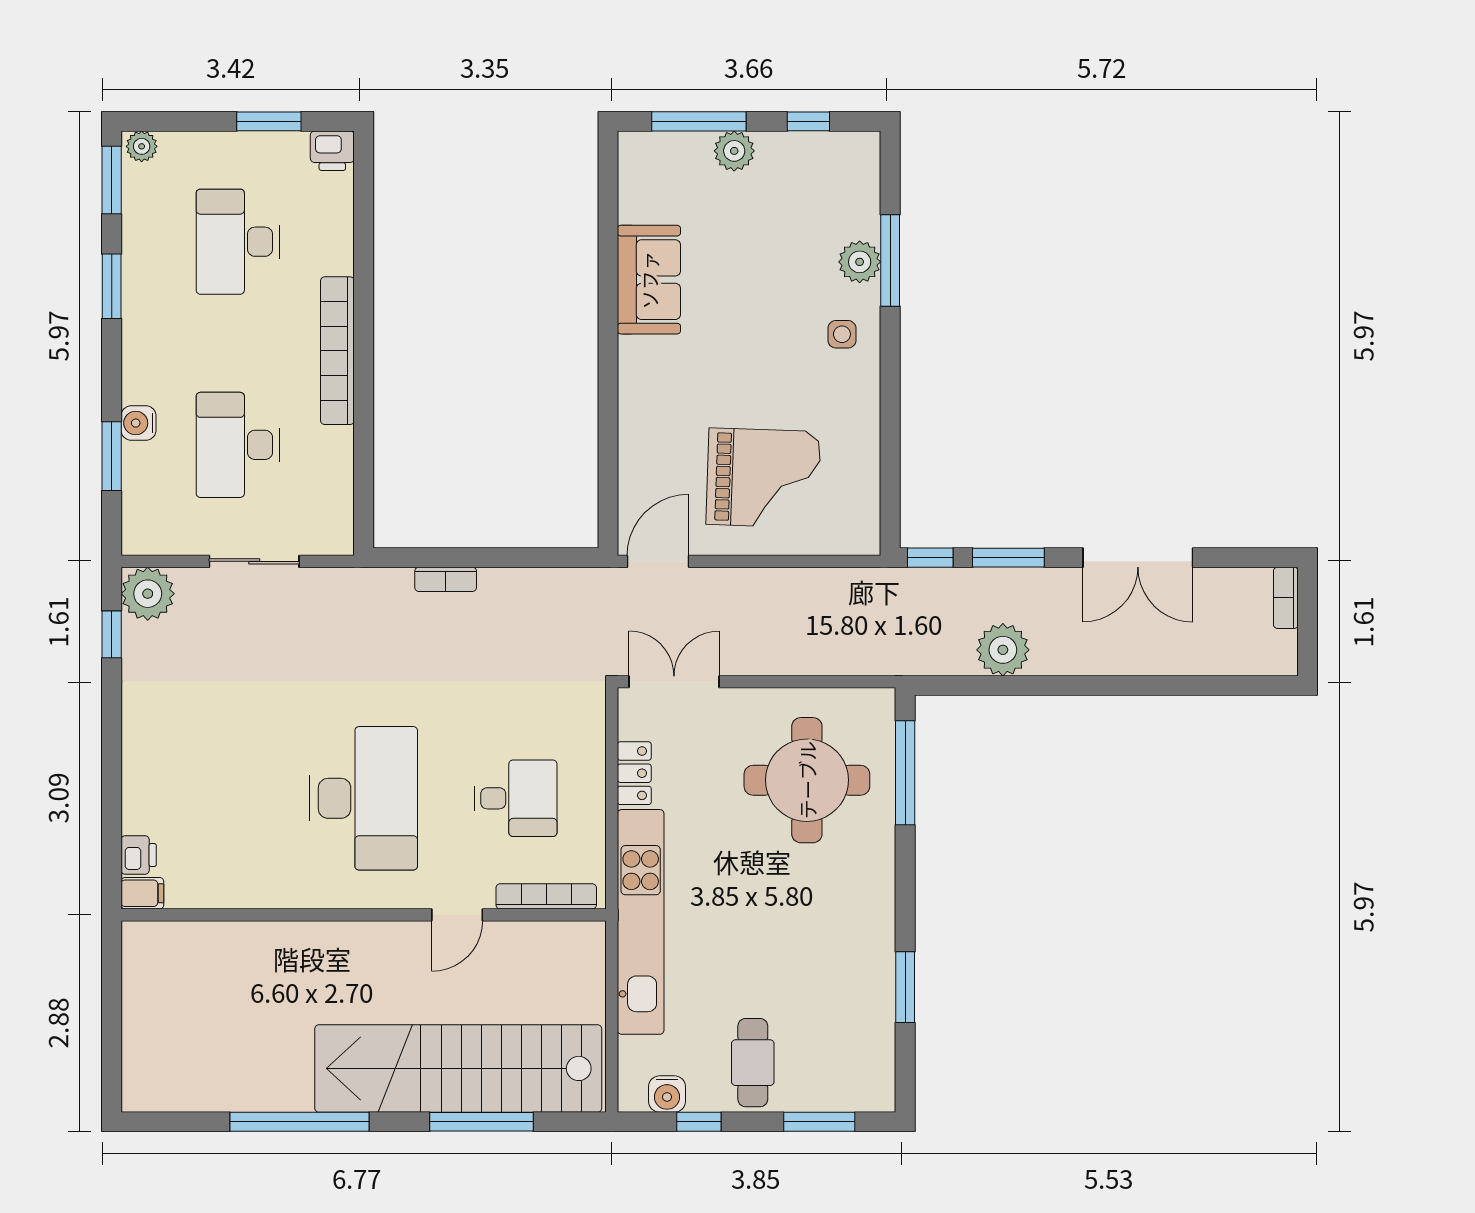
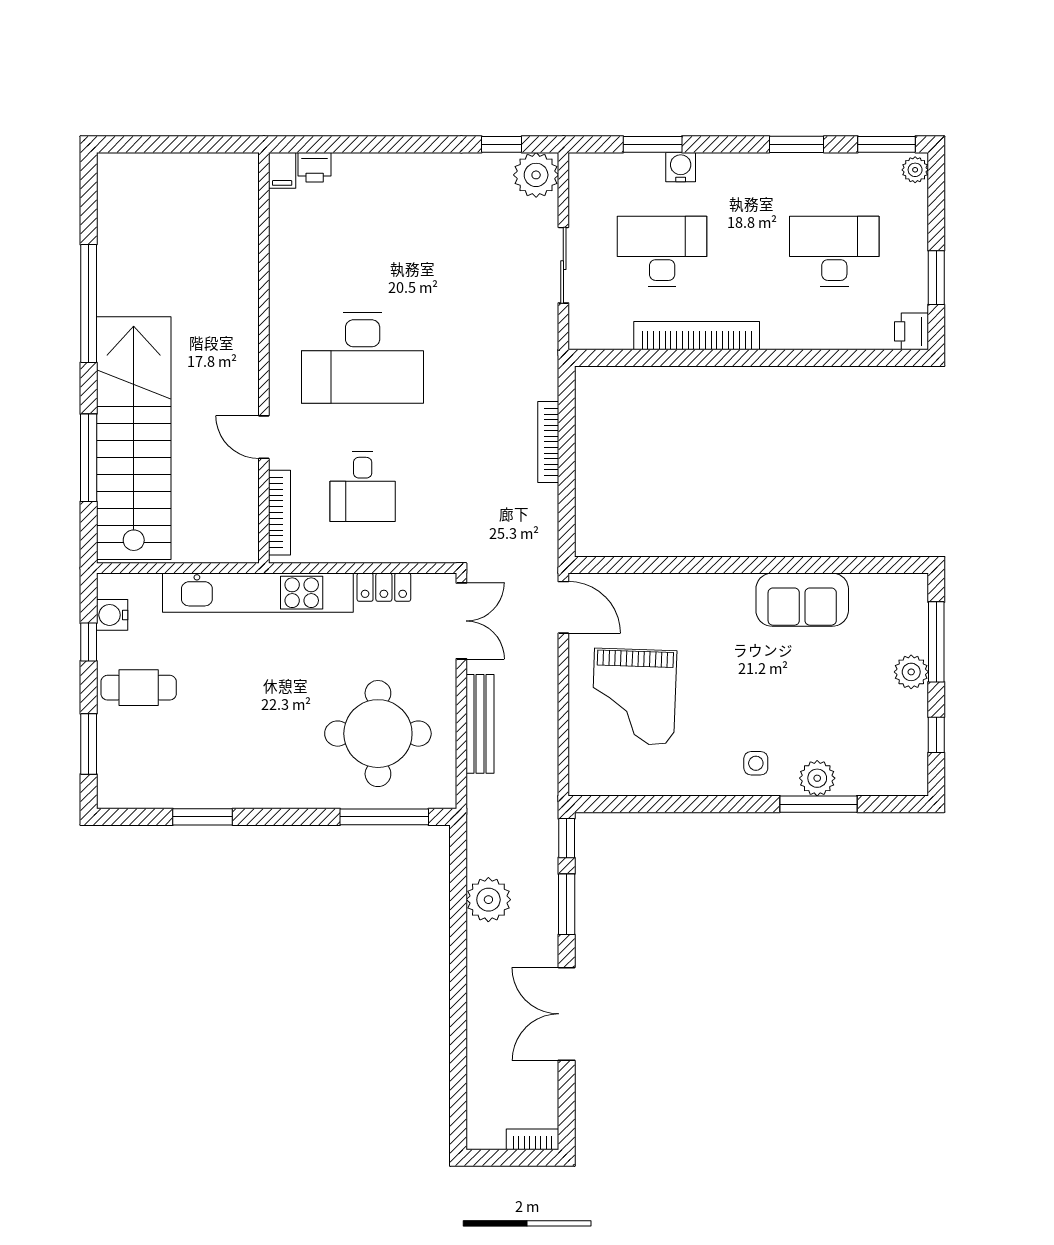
bookcase: (337, 351) -> (697, 336), moved
bookcase: (446, 579) -> (548, 442), width x1.56
bench: (796, 660) -> (480, 724), added

